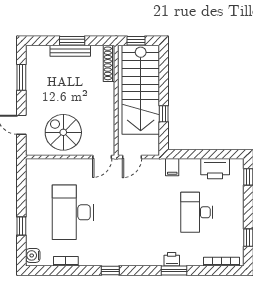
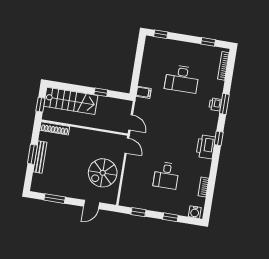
stairs: (141, 90) -> (71, 101), width x0.73, depth x0.66
printer: (215, 169) -> (206, 147), moved, turned 180
window: (21, 185) -> (138, 212), added
desk: (73, 212) -> (166, 175), width x0.53, depth x0.77
window: (110, 270) -> (219, 138), moved

